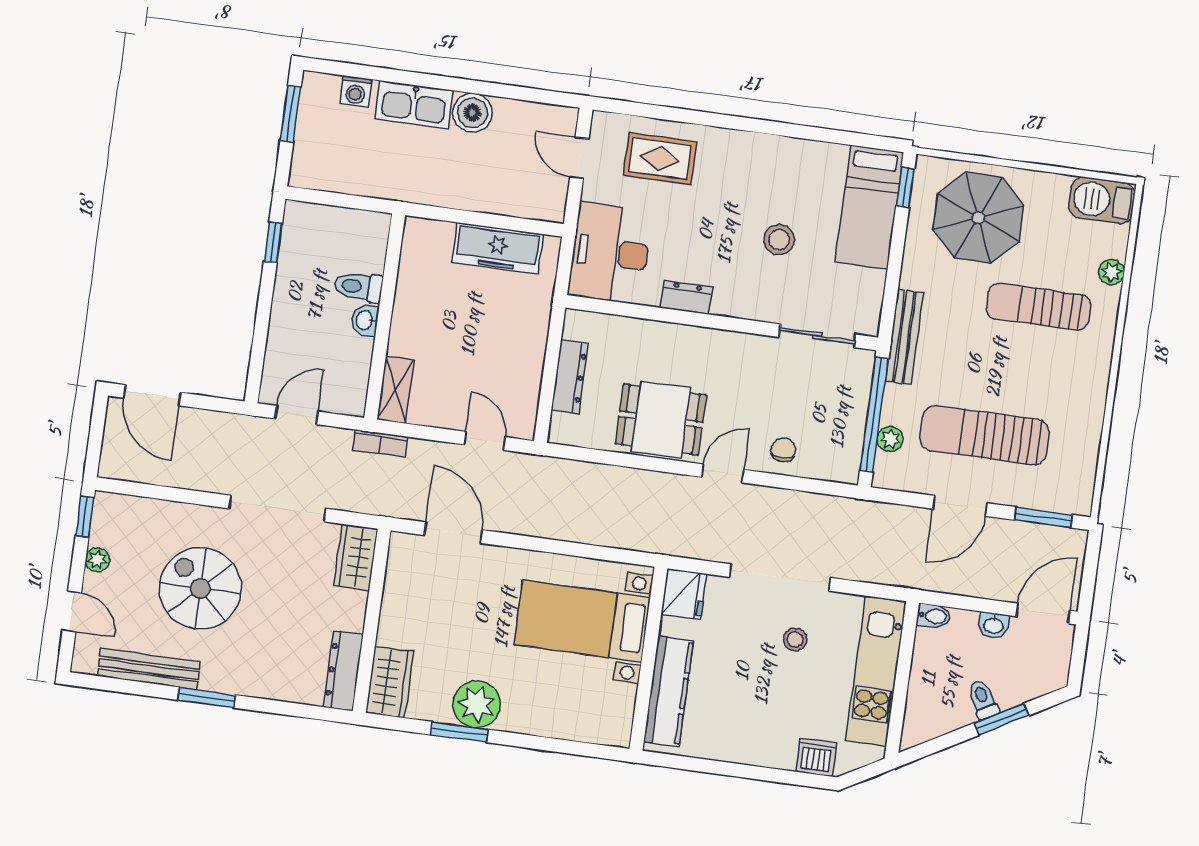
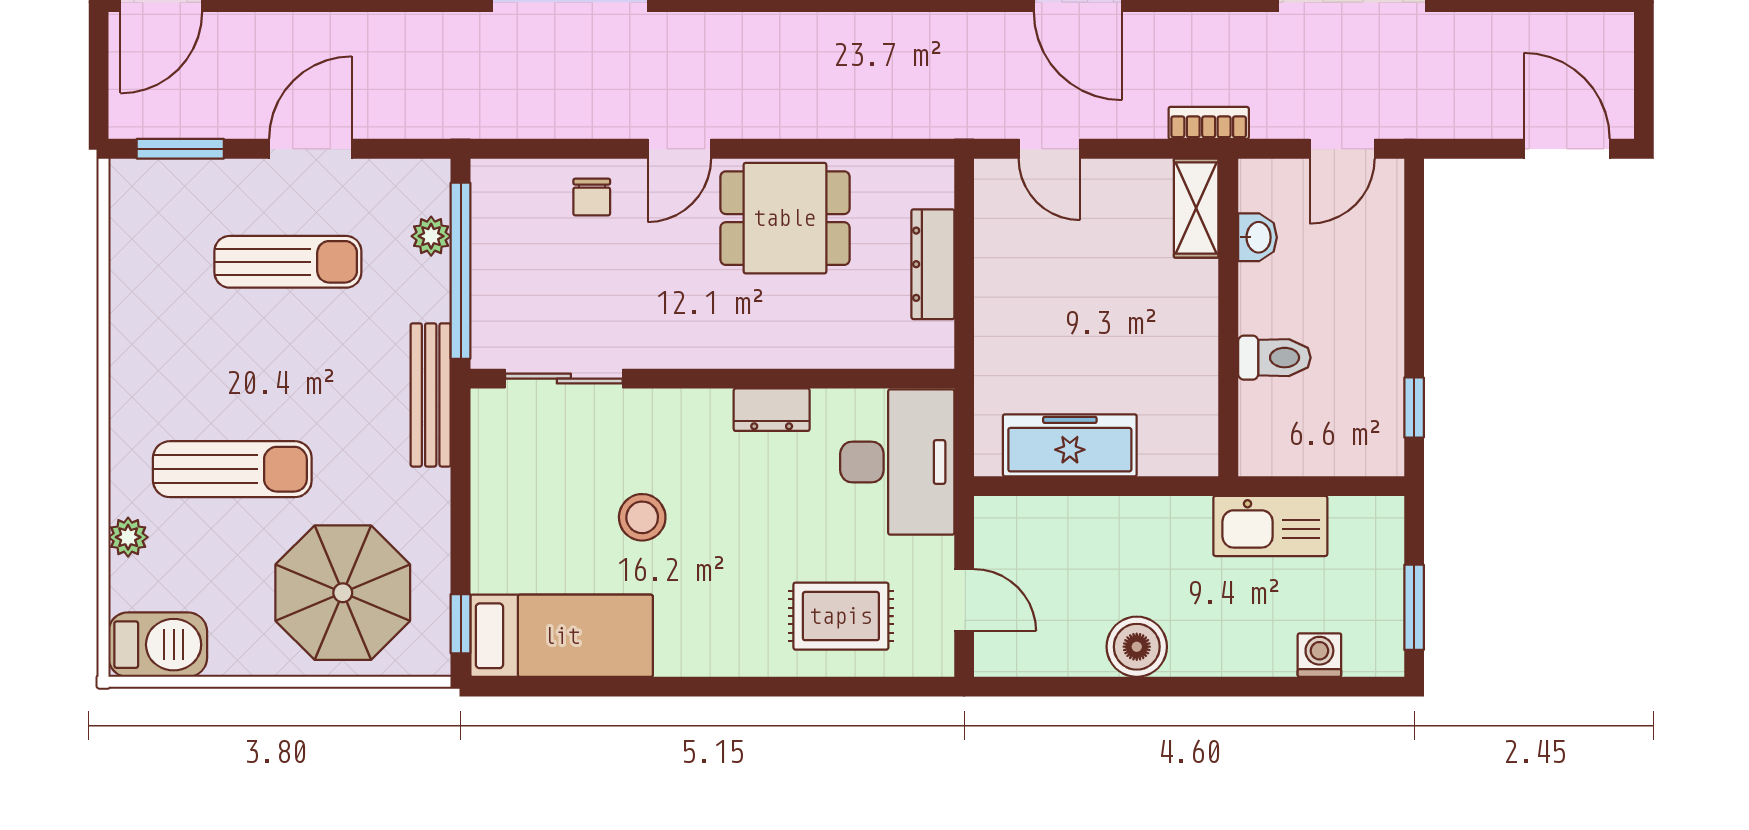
kitchen sink: (414, 105) -> (1270, 526), moved, turned 180
bed: (869, 207) -> (562, 636), moved, turned 90
washbasin: (365, 320) -> (1257, 237), moved
sun lounger: (985, 435) -> (288, 262), width x0.73, depth x0.75

